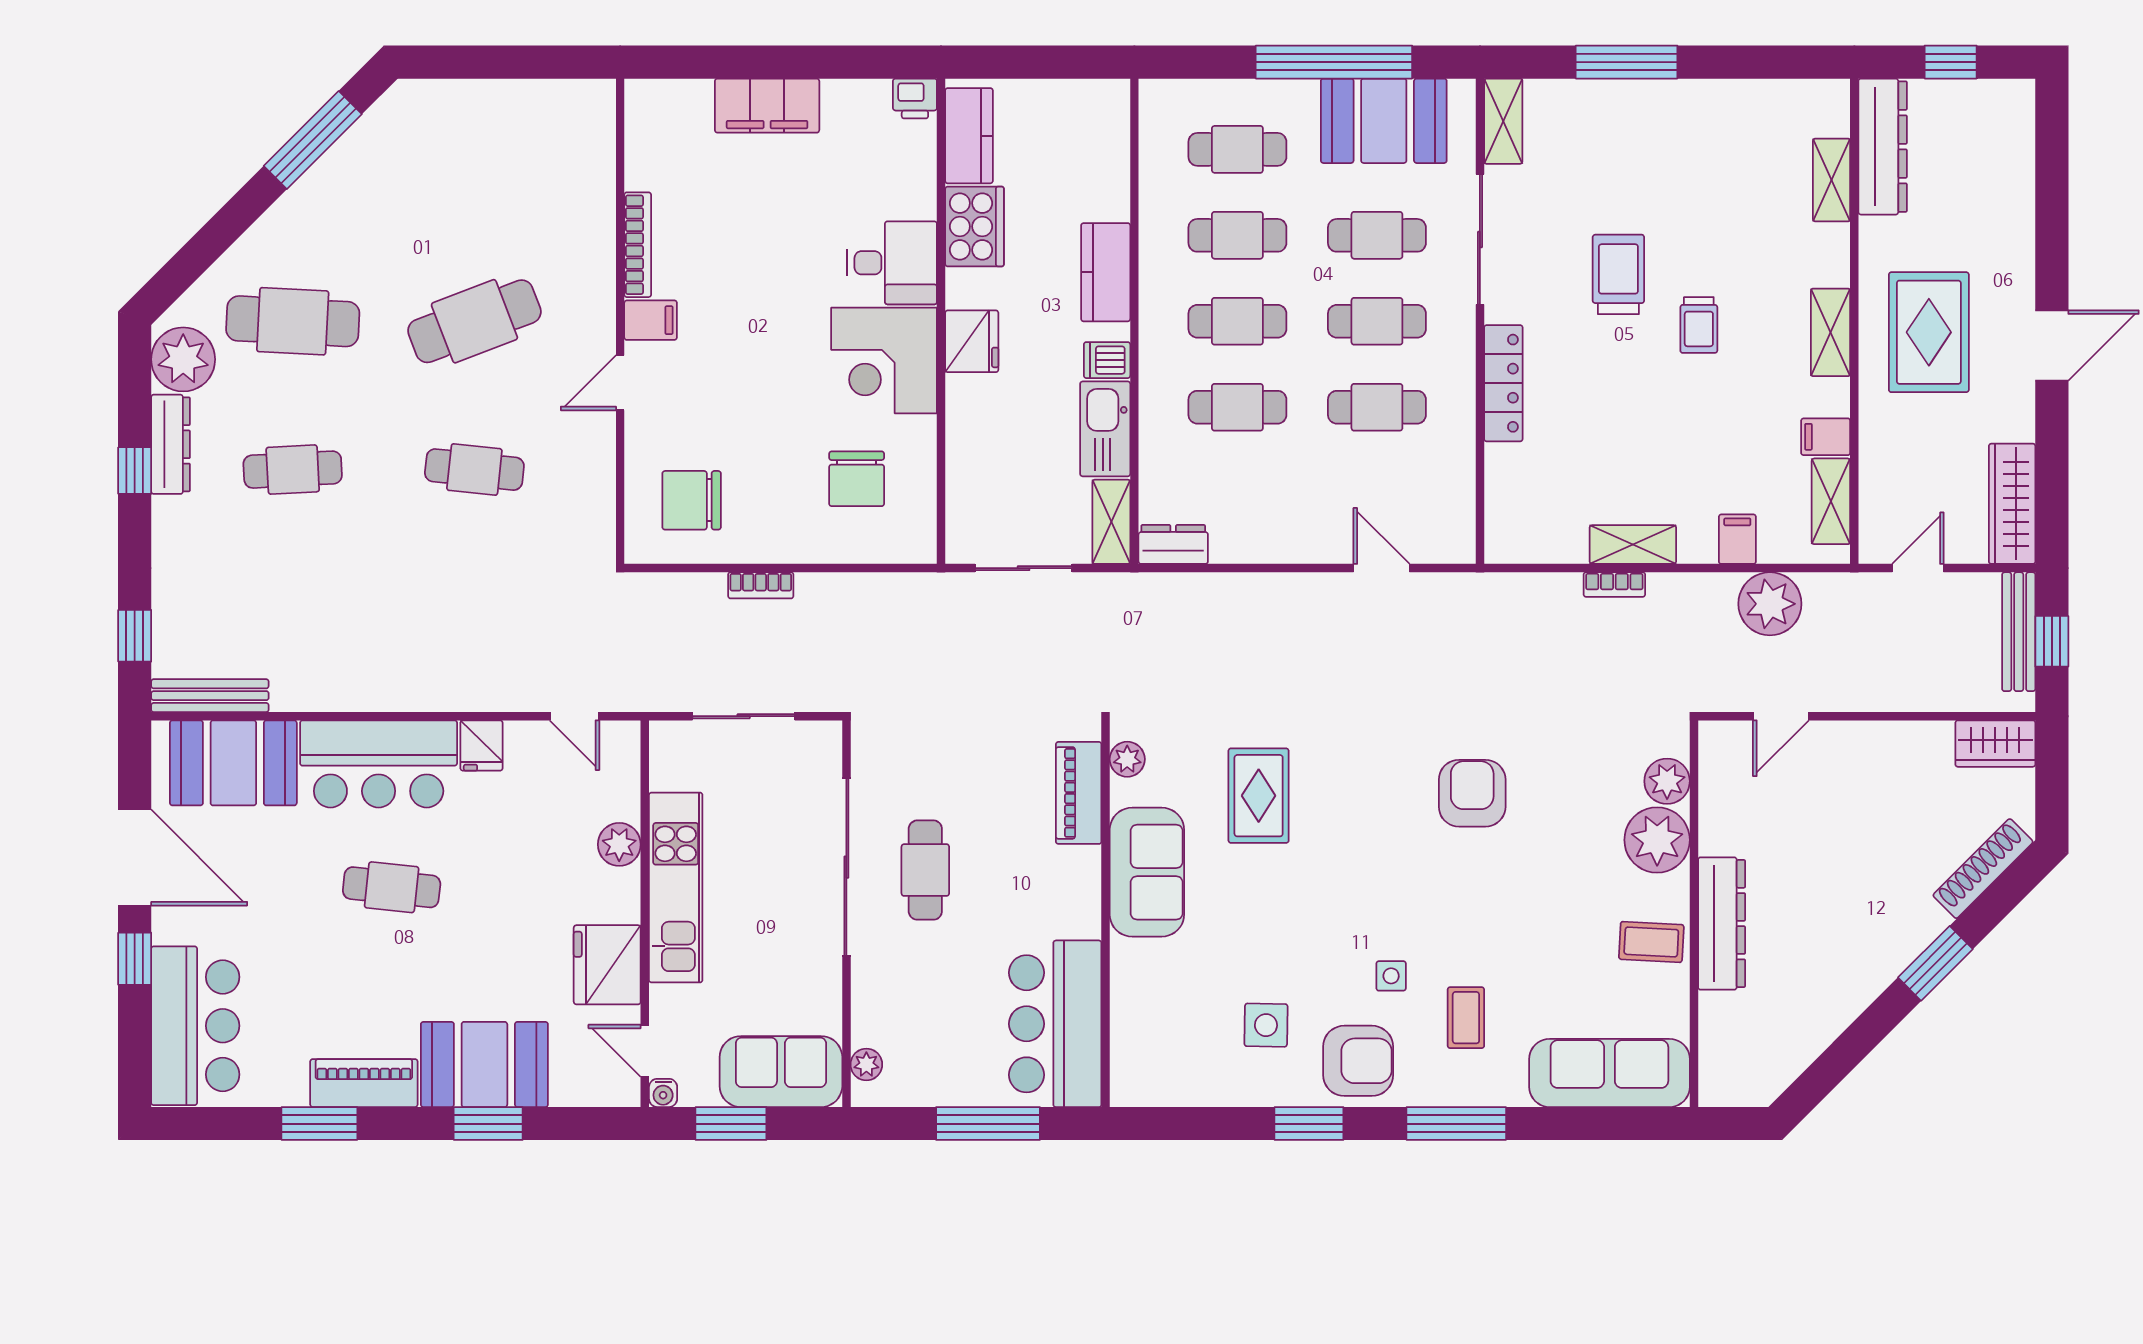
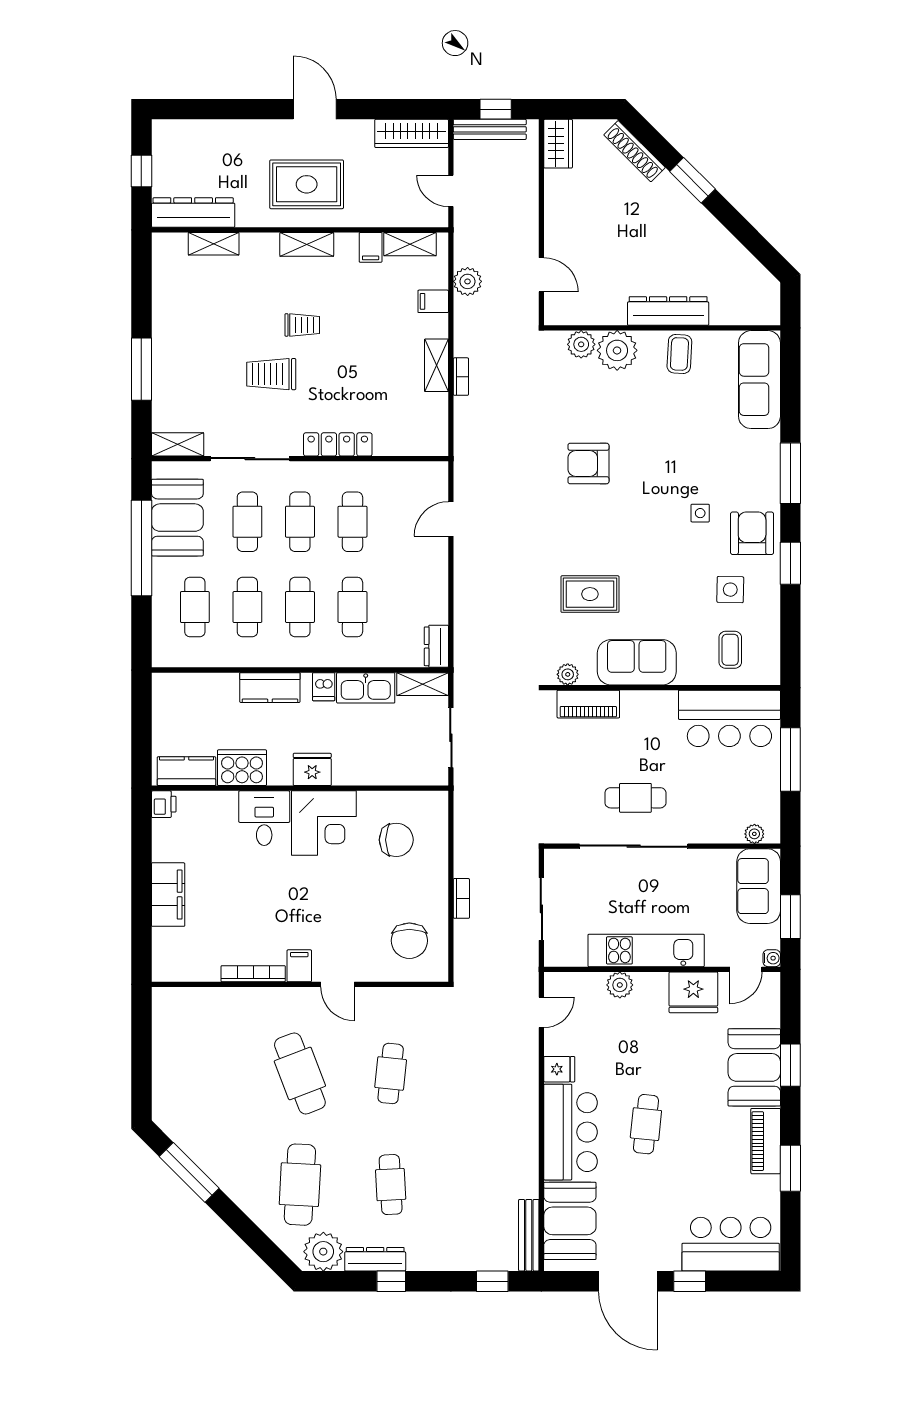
plant: (1770, 604) -> (468, 281), width x0.73, depth x0.73
door: (135, 857) -> (628, 1281), swing flipped
coffee table: (1466, 1018) -> (730, 650), moved, turned 90

